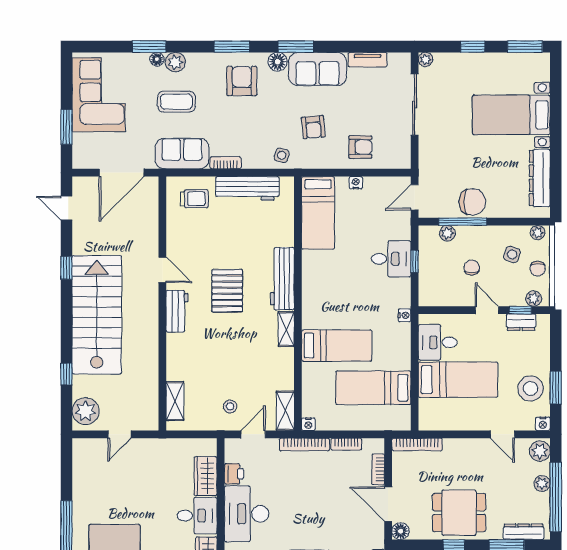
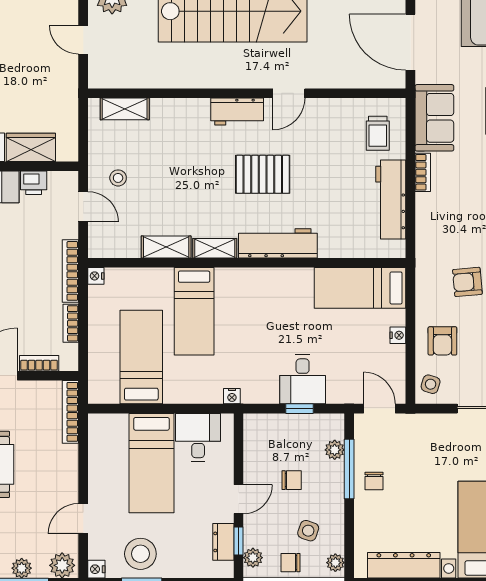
side table: (282, 155) -> (431, 384), moved
chair: (472, 202) -> (374, 481), width x0.54, depth x0.54
shelving: (285, 411) -> (166, 247), moved

